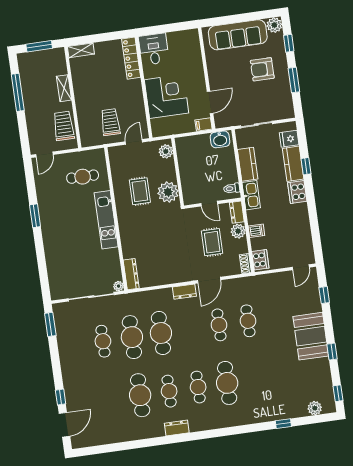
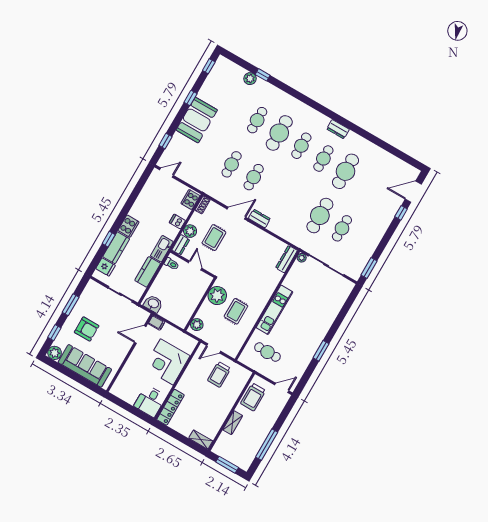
cafe table: (161, 333) -> (257, 120), moved, width x0.73, depth x0.74
plant: (315, 408) -> (250, 79), moved

